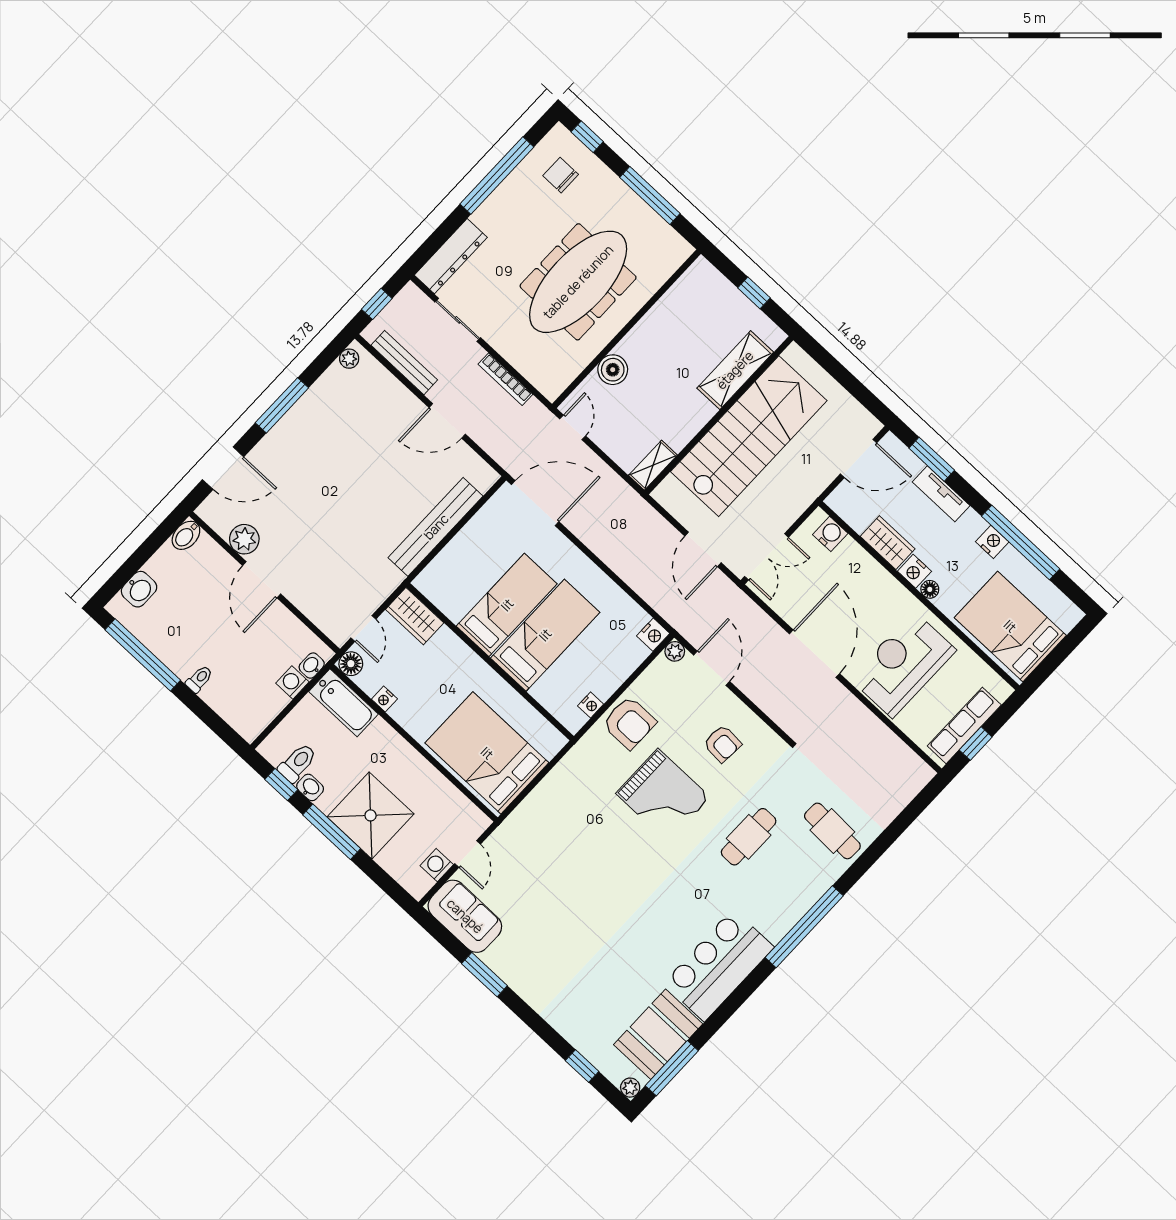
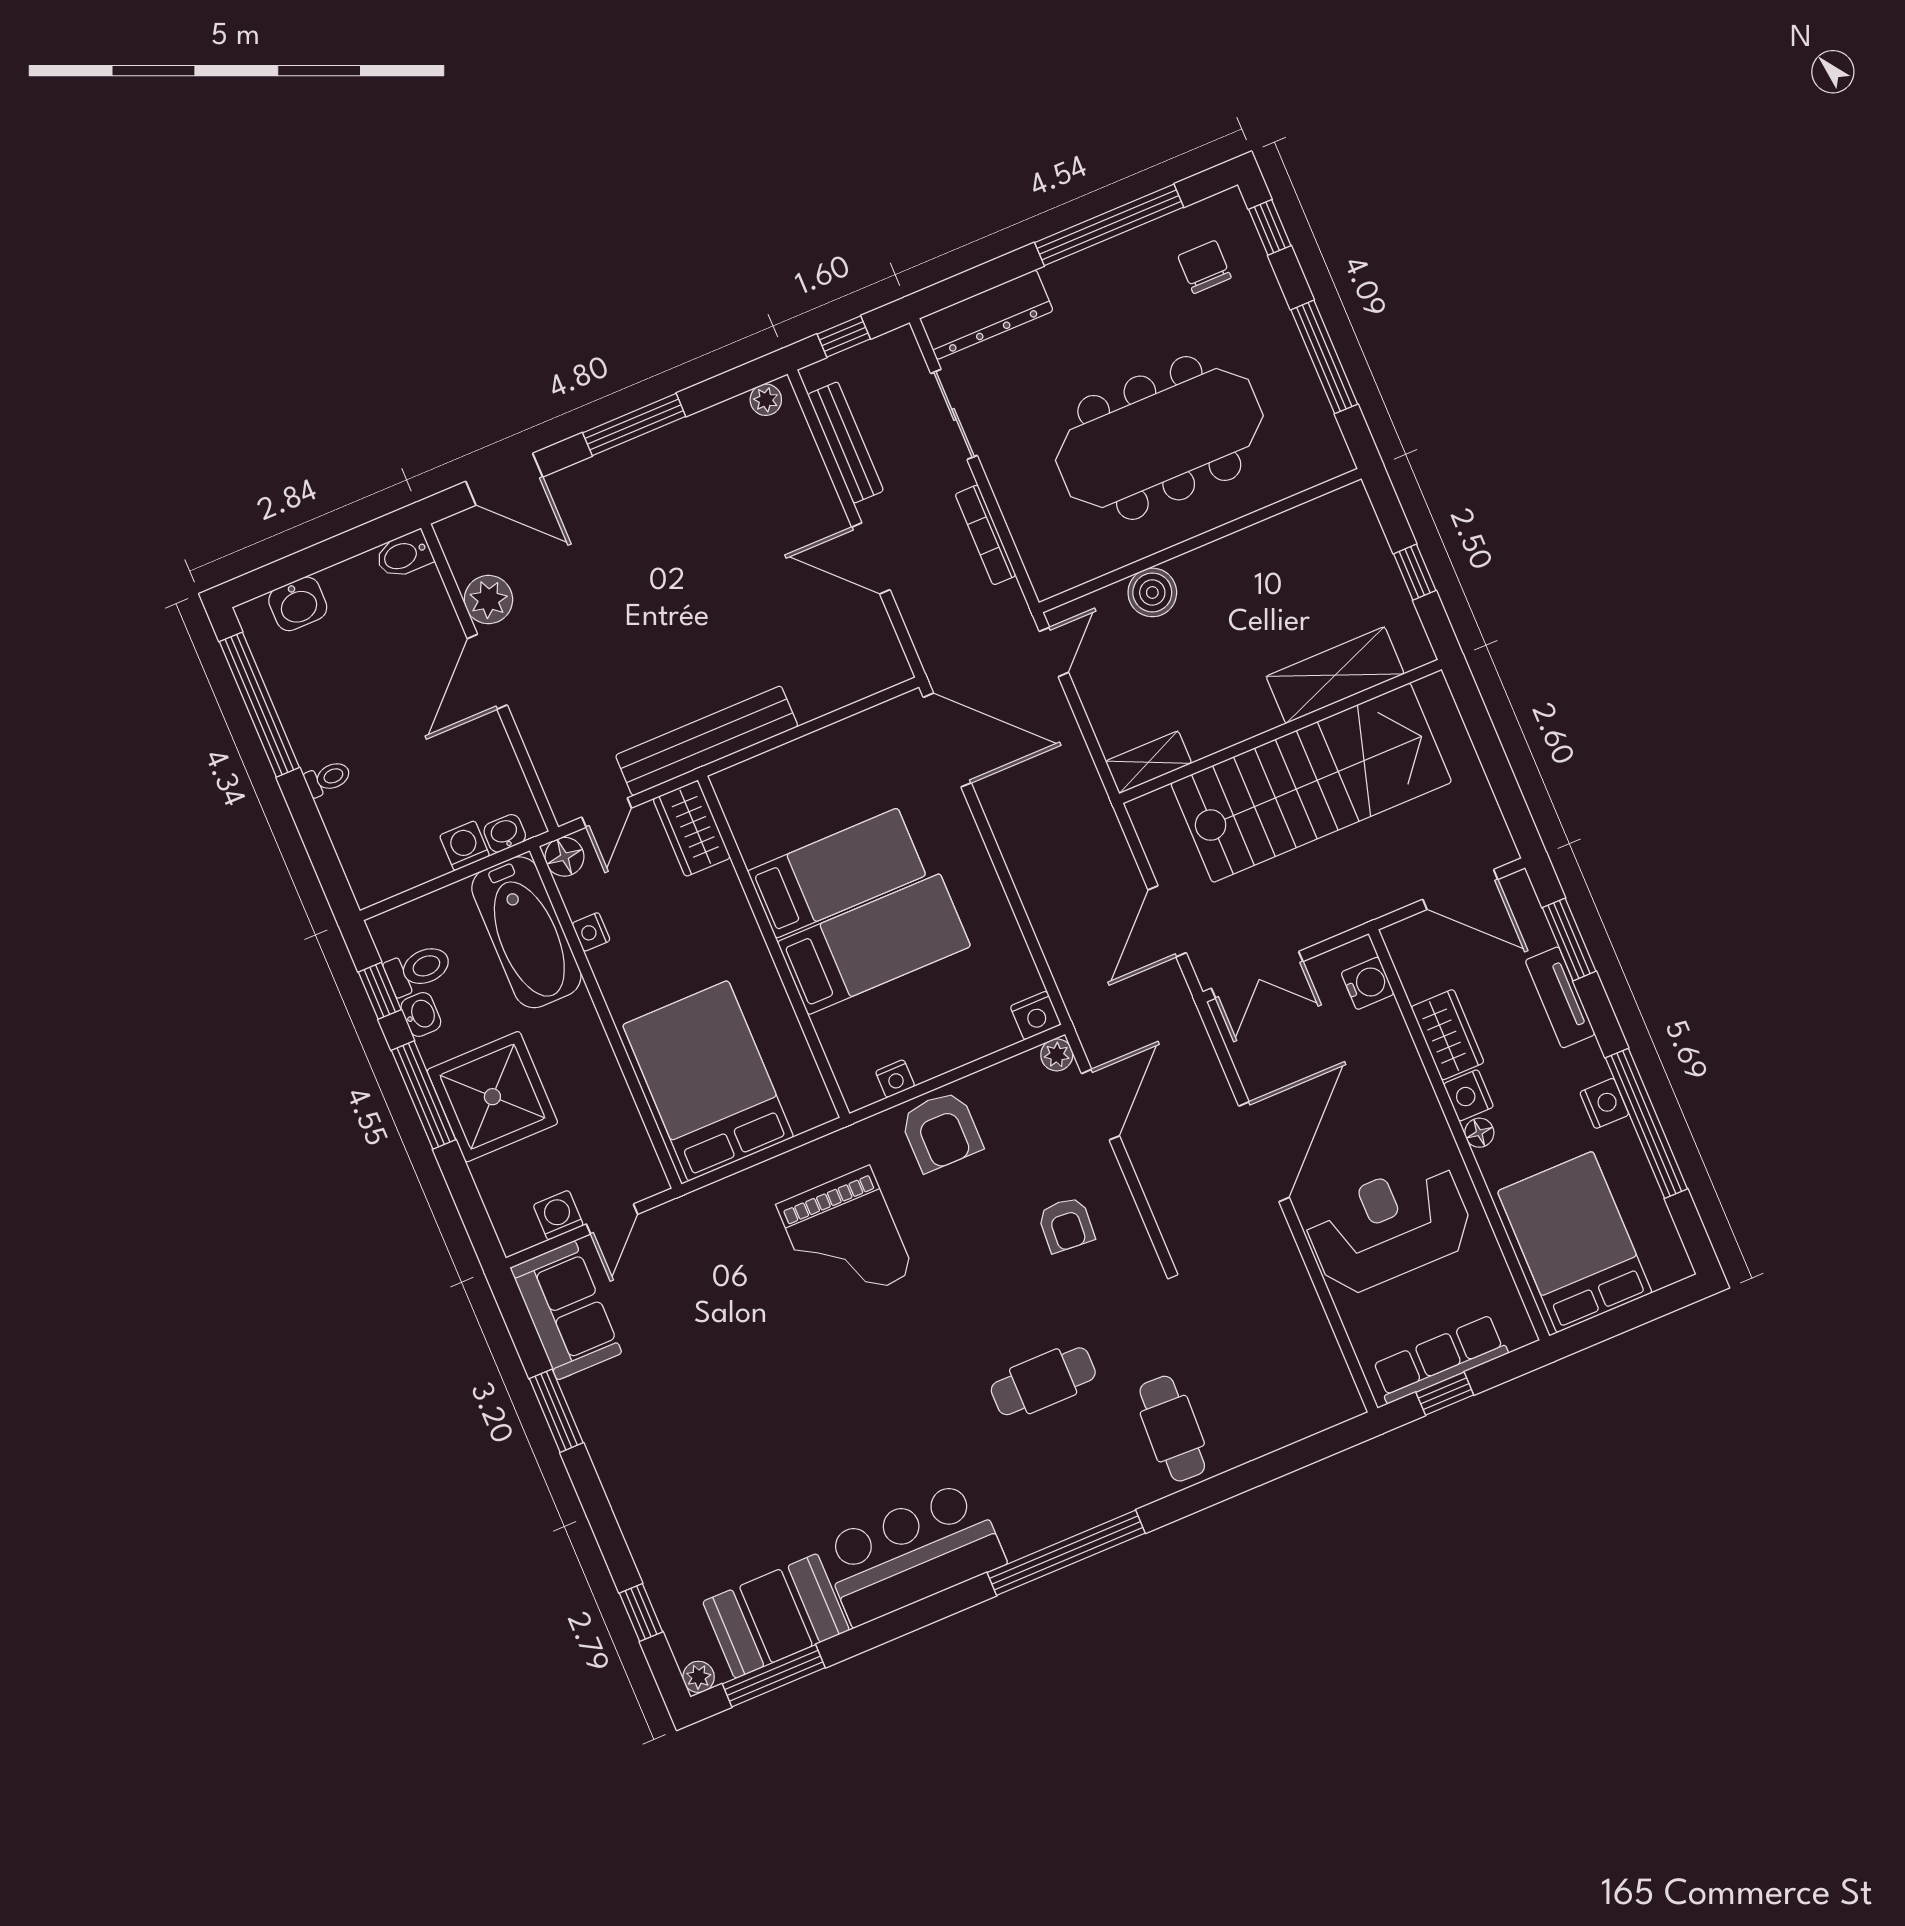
bench: (436, 527) -> (707, 741), moved
bathtub: (344, 703) -> (526, 932), width x1.36, depth x1.36
grand piano: (663, 795) -> (845, 1239), moved

